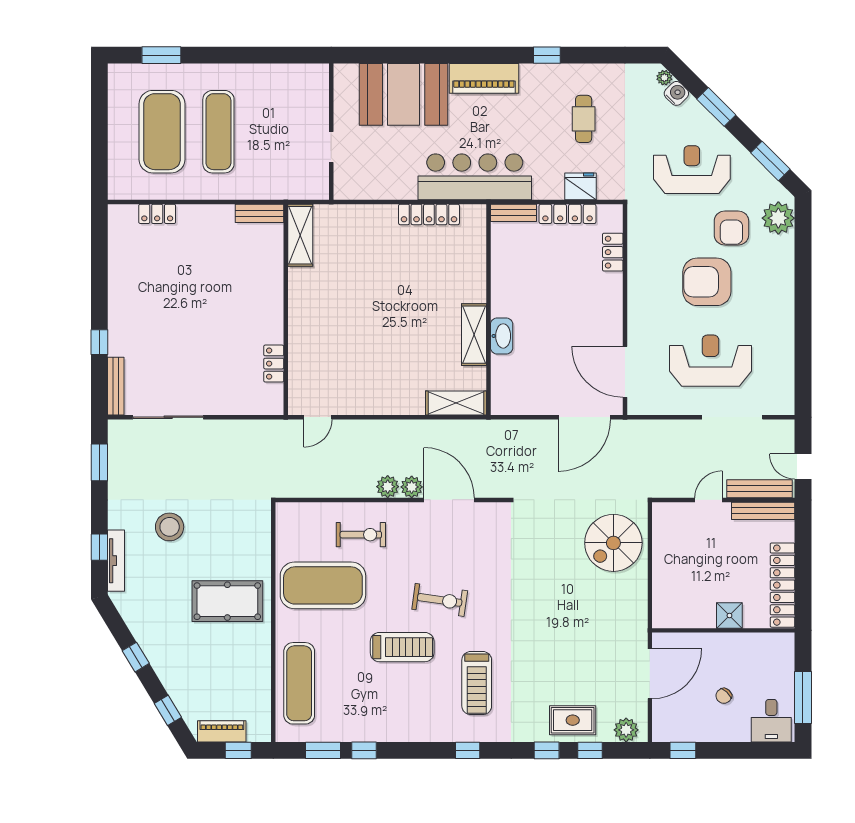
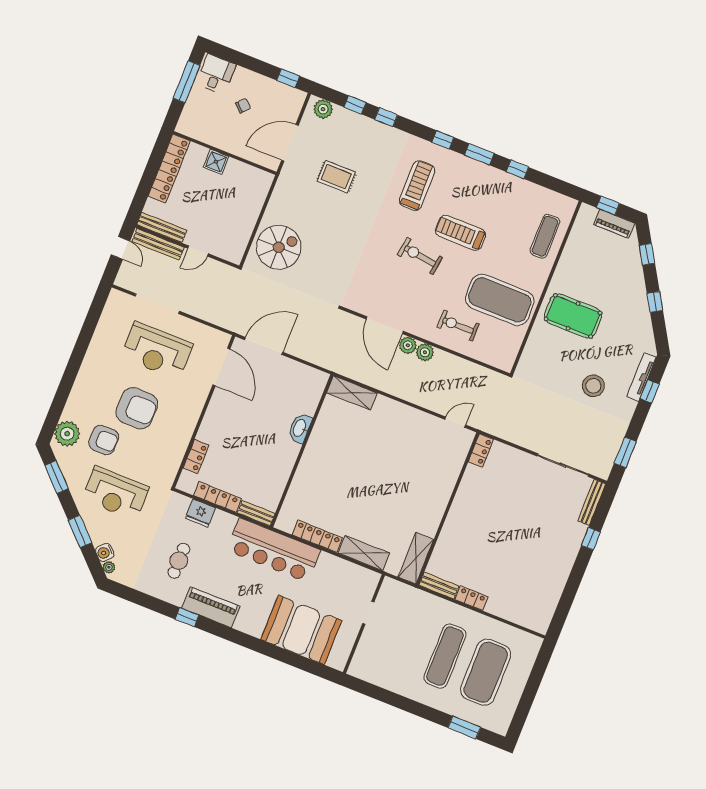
piano: (484, 78) -> (211, 607), moved
locker: (157, 214) -> (472, 598), moved
armchair: (731, 228) -> (104, 440), turned 90
shelving: (474, 335) -> (364, 553), moved, turned 90
locker: (274, 364) -> (481, 450), moved
exercise mat: (299, 683) -> (545, 236), width x0.73, depth x0.69
rug: (573, 720) -> (336, 177), moved
window: (323, 750) -> (479, 154), moved

